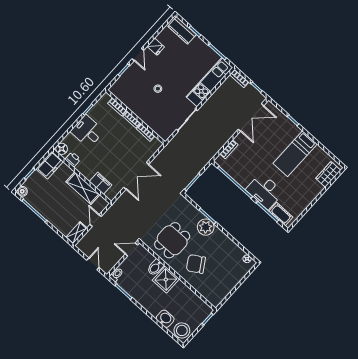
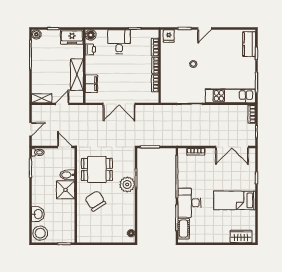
fridge: (156, 47) -> (169, 36), moved

